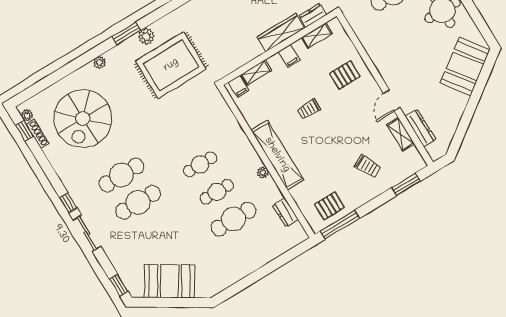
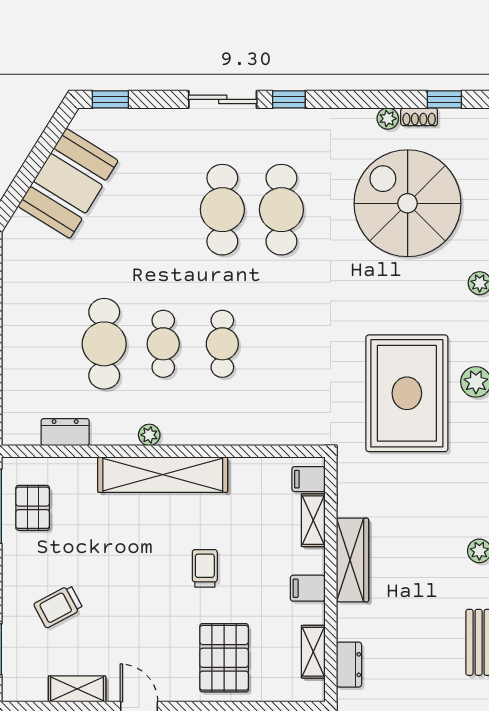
wardrobe: (281, 32) -> (353, 560), moved
pallet: (345, 75) -> (224, 658), width x1.50, depth x1.42
plant: (27, 115) -> (388, 119), moved
shoe rack: (37, 134) -> (419, 117), width x0.70

